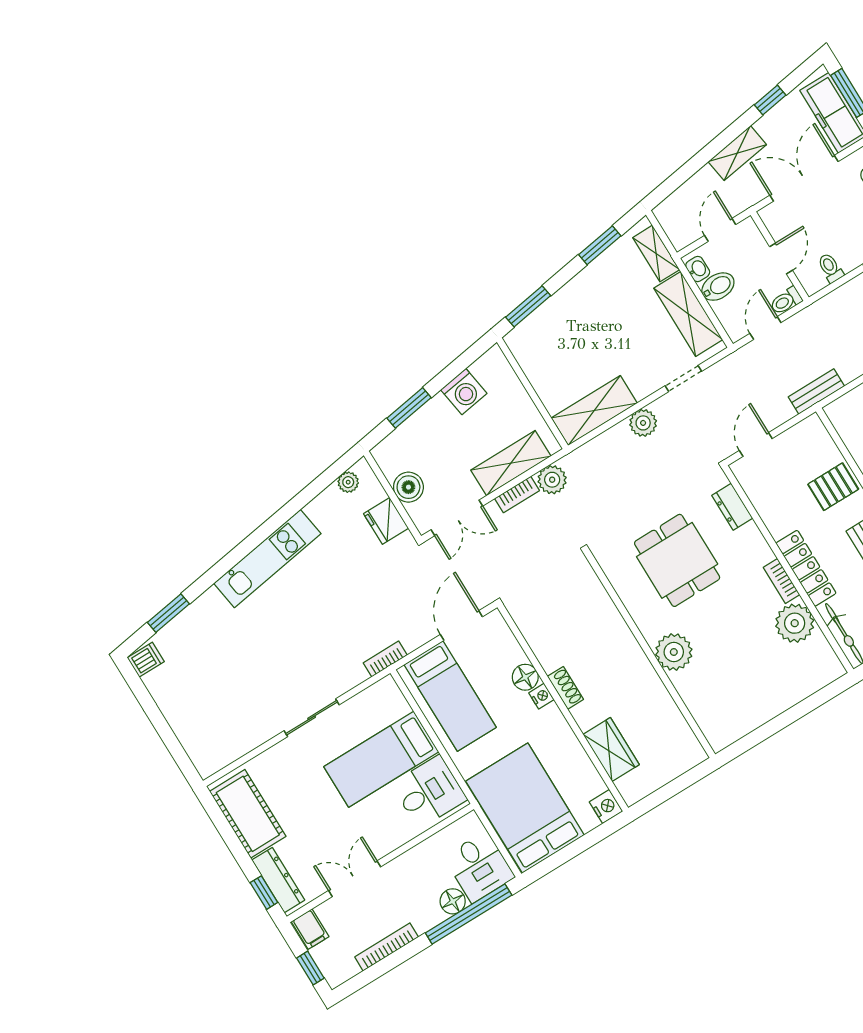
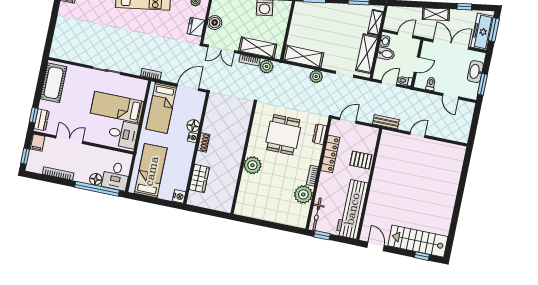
locker: (806, 568) -> (330, 154), moved
bed: (525, 808) -> (151, 171), width x0.67
dresser: (278, 880) -> (42, 120), width x0.70

